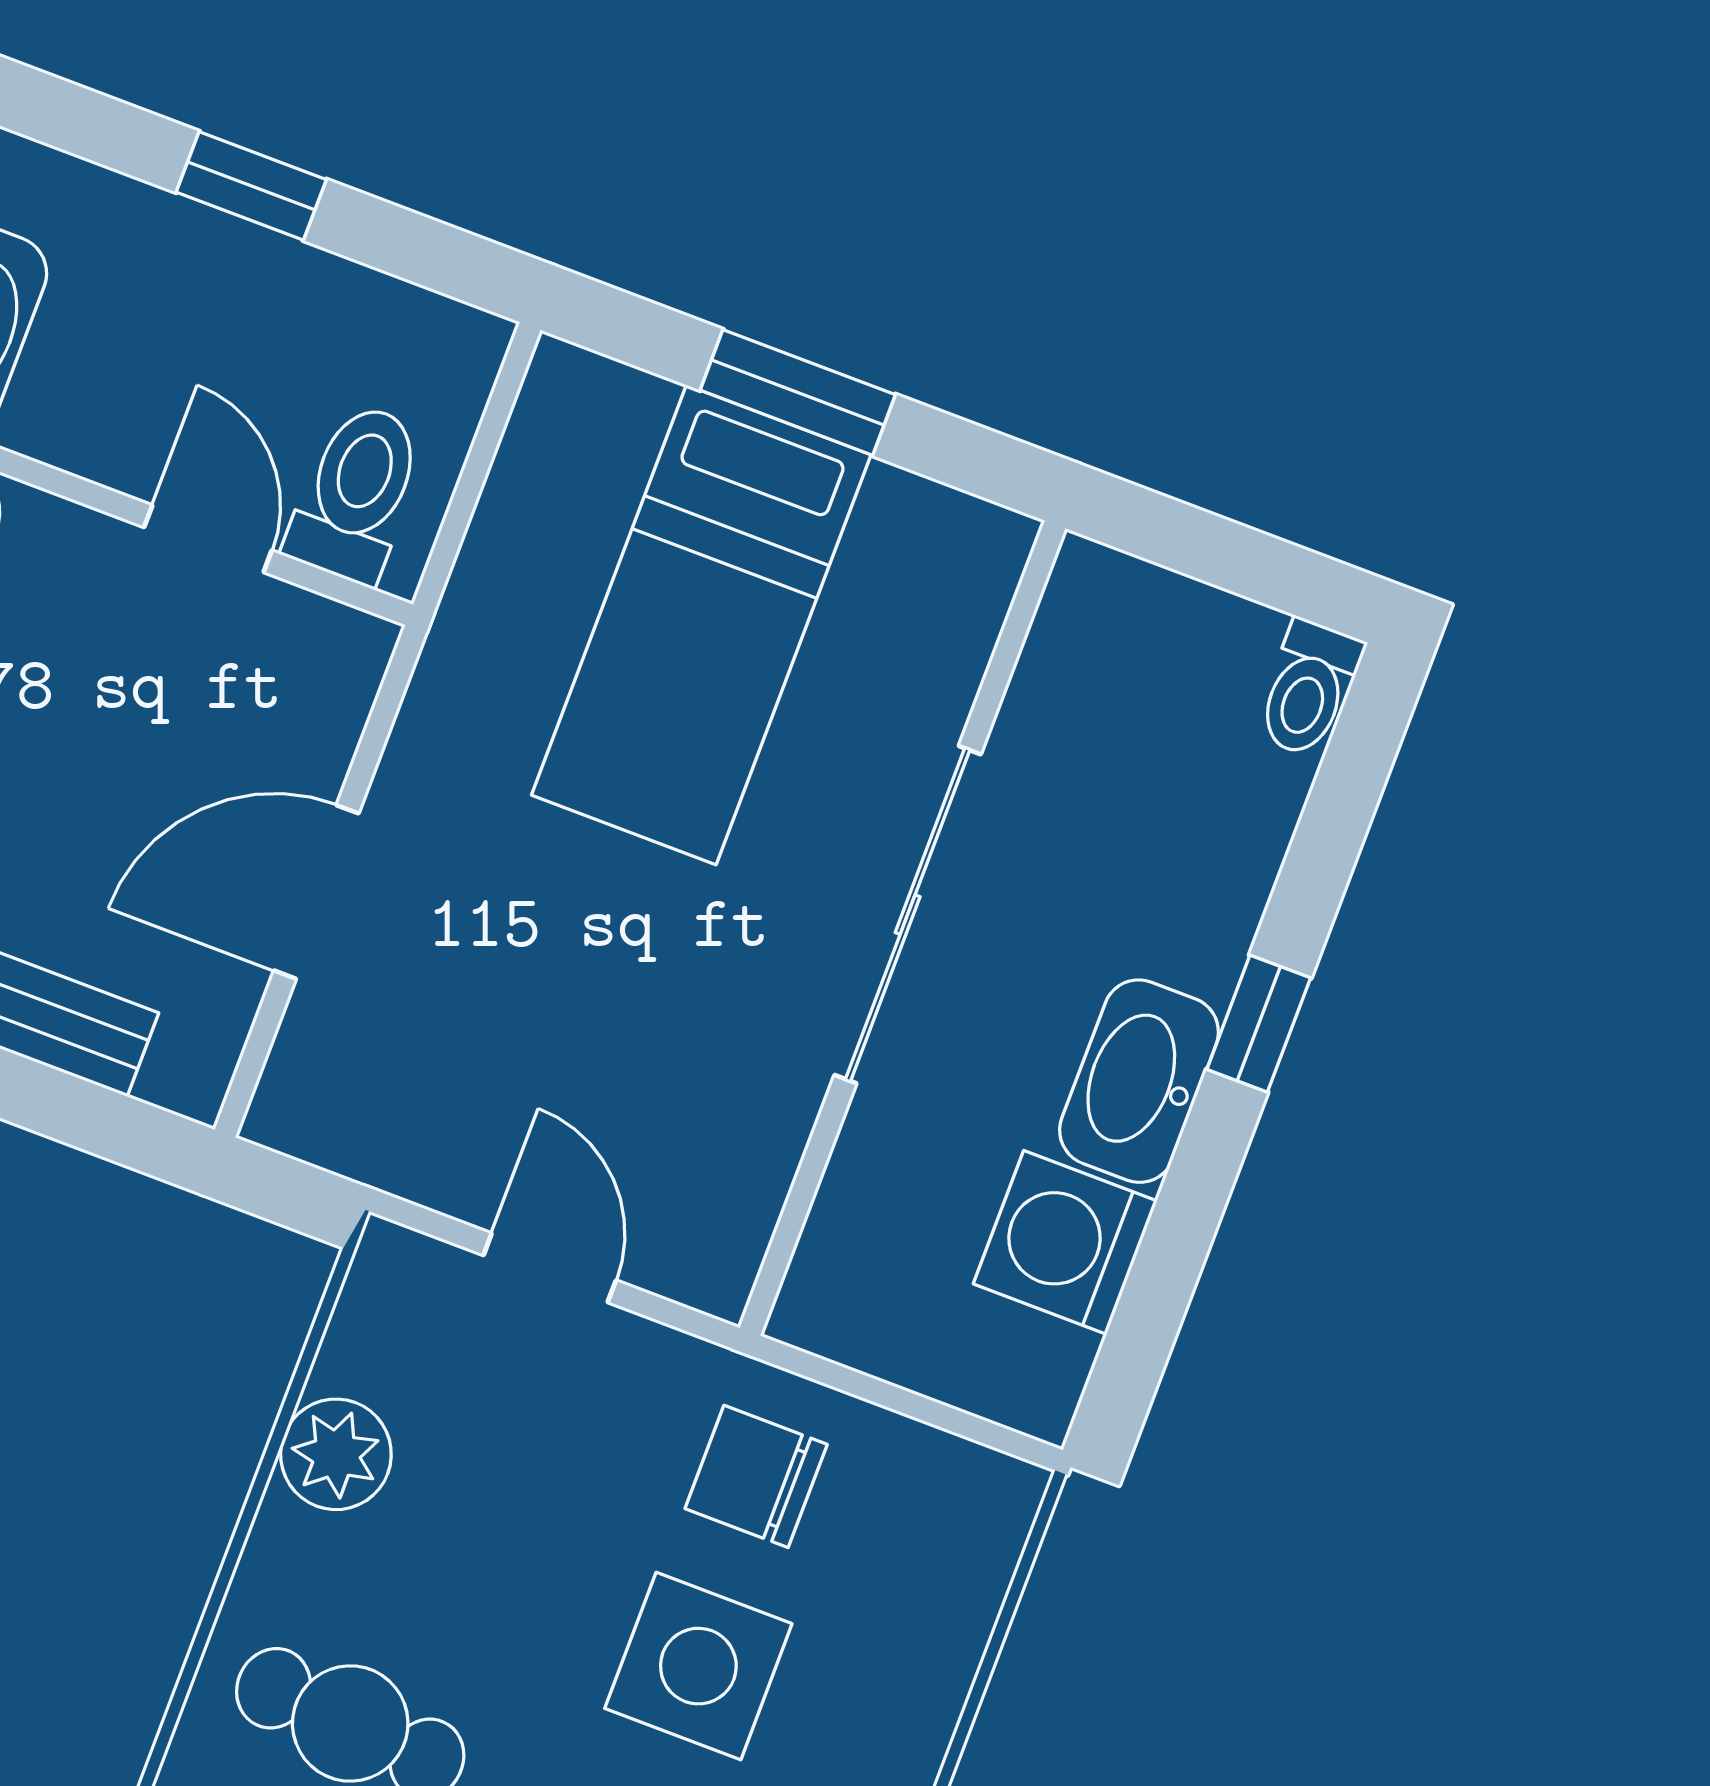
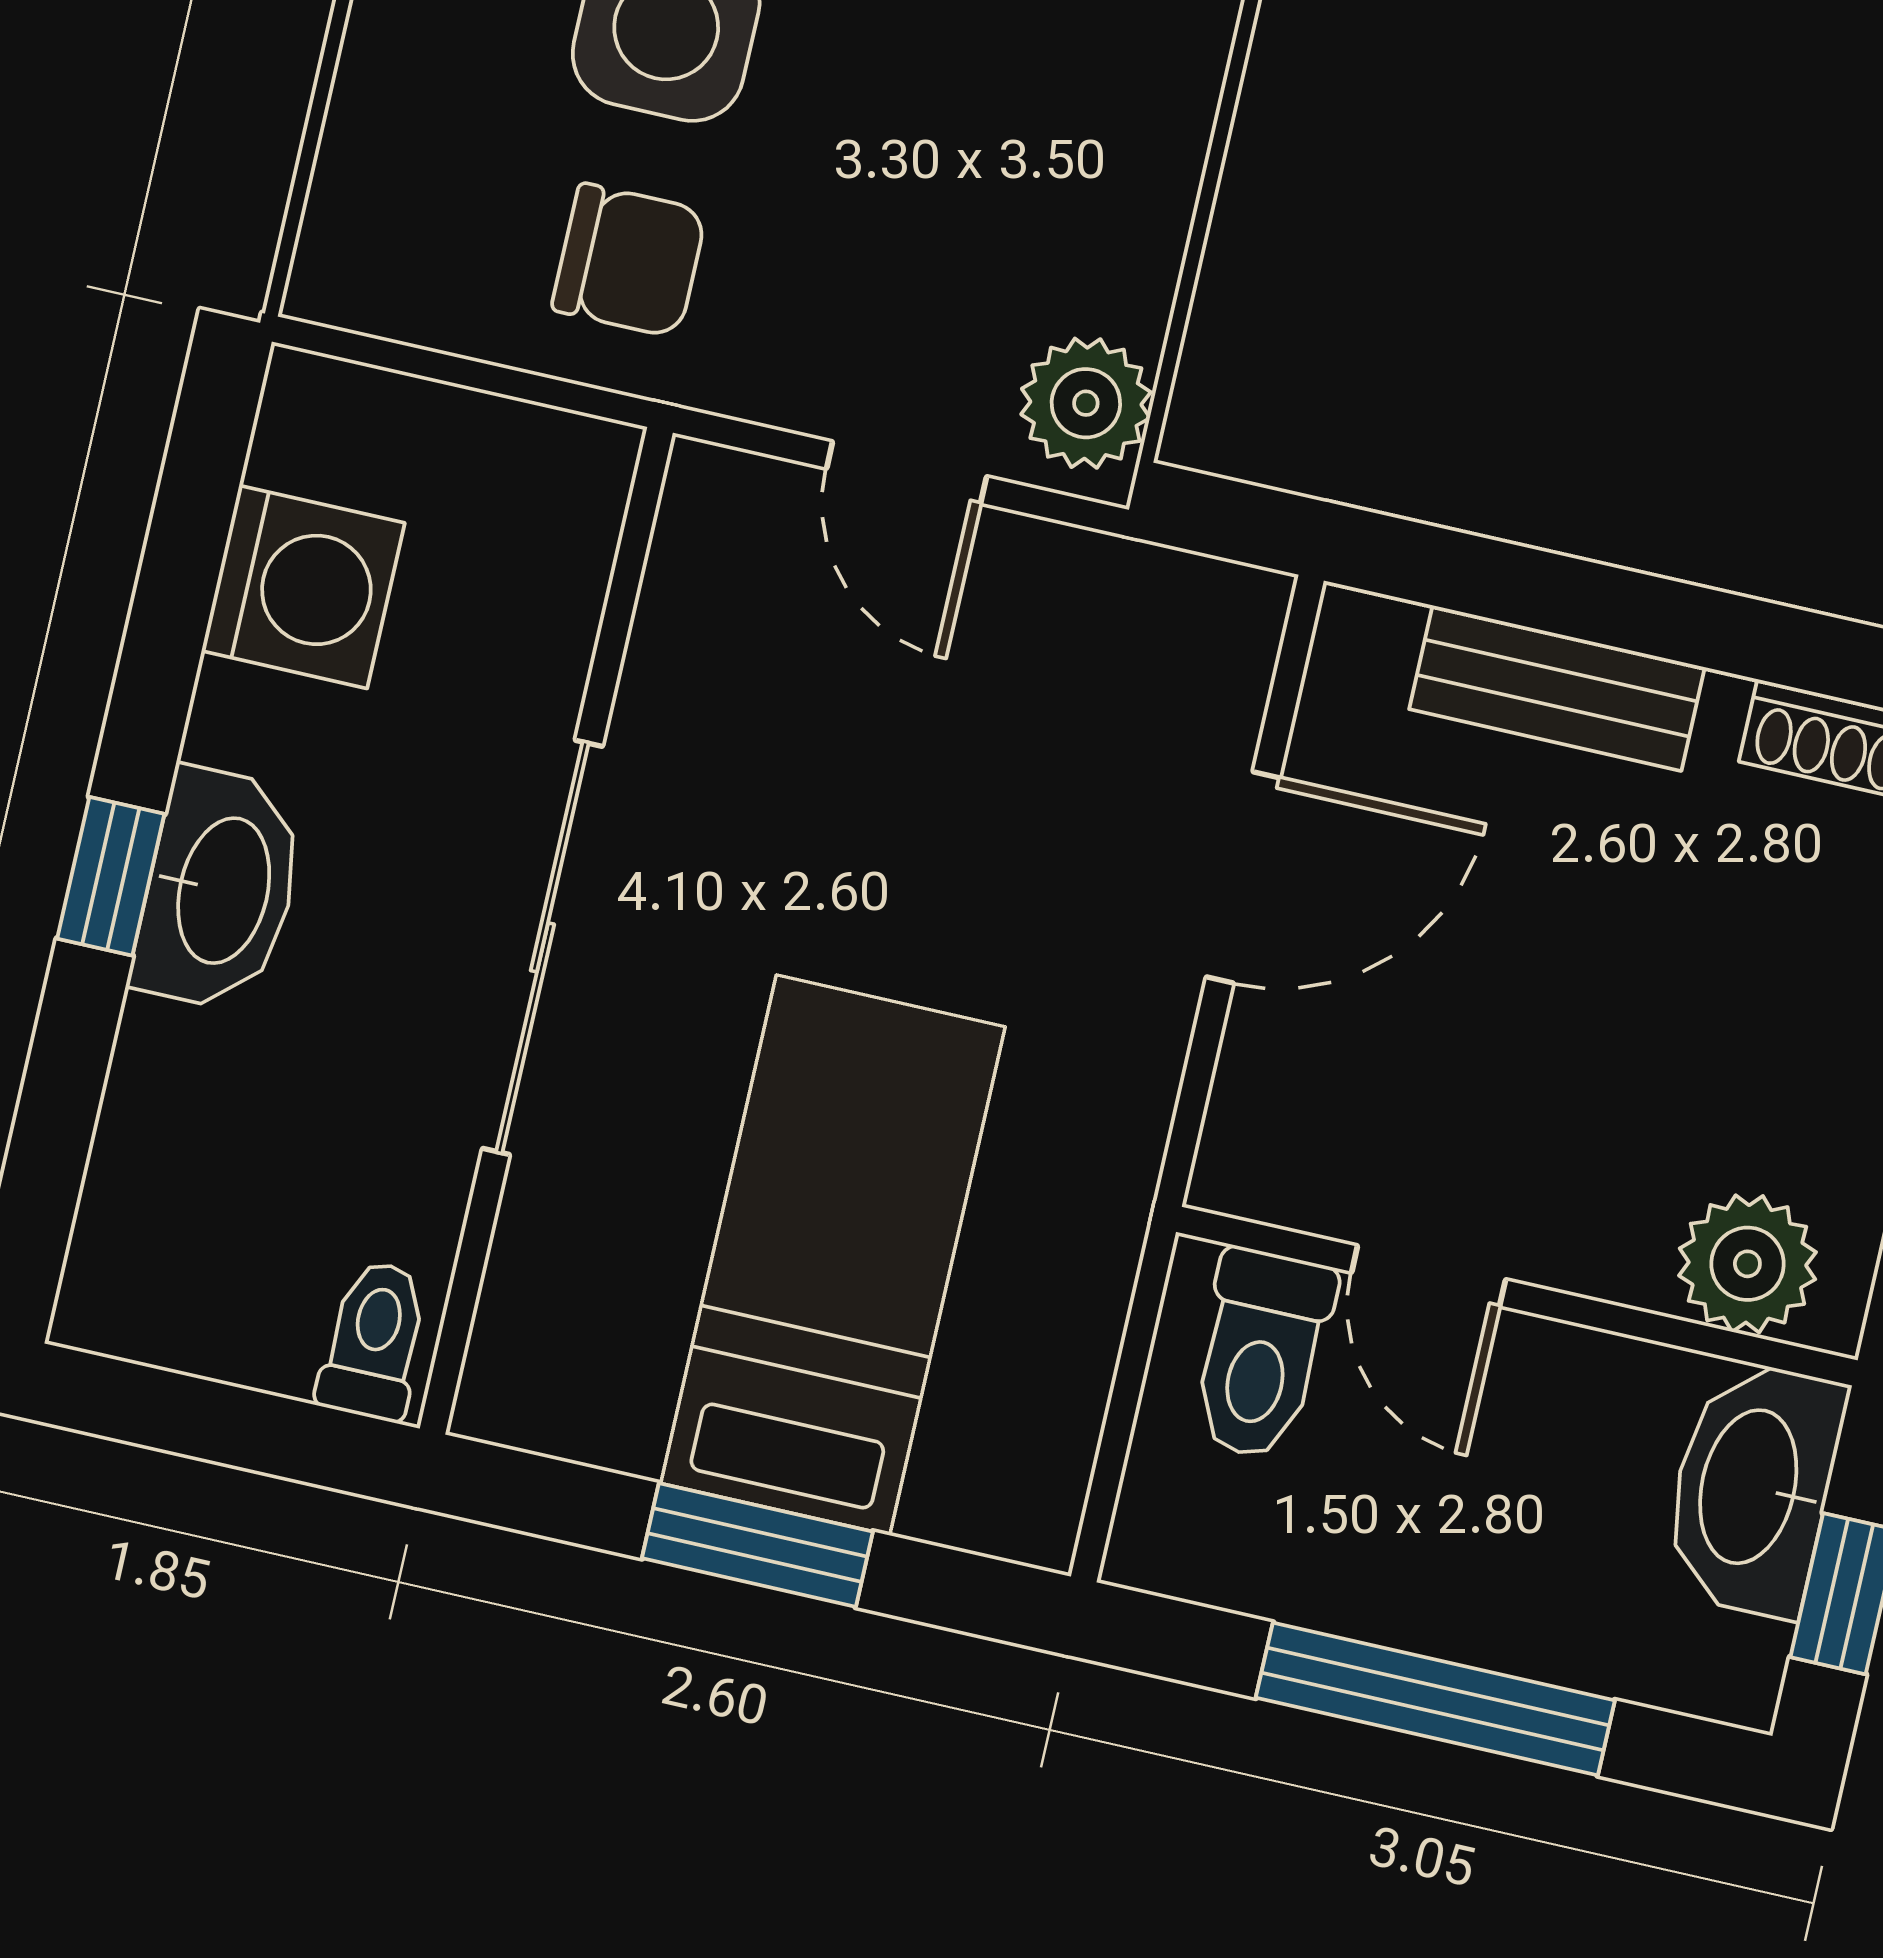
window: (251, 186) -> (1435, 1699), width x2.17
toilet: (1309, 688) -> (374, 1340), moved
washbasin: (1139, 1081) -> (220, 890), moved
plant: (336, 1454) -> (1086, 403), moved

